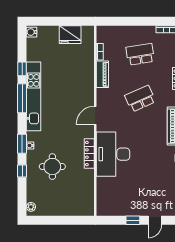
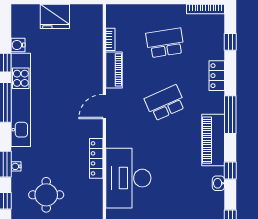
water cooler: (31, 32) -> (18, 45), moved
fridge: (70, 35) -> (55, 16), moved
door: (95, 115) -> (104, 106), moved
locker: (89, 154) -> (96, 158), moved

